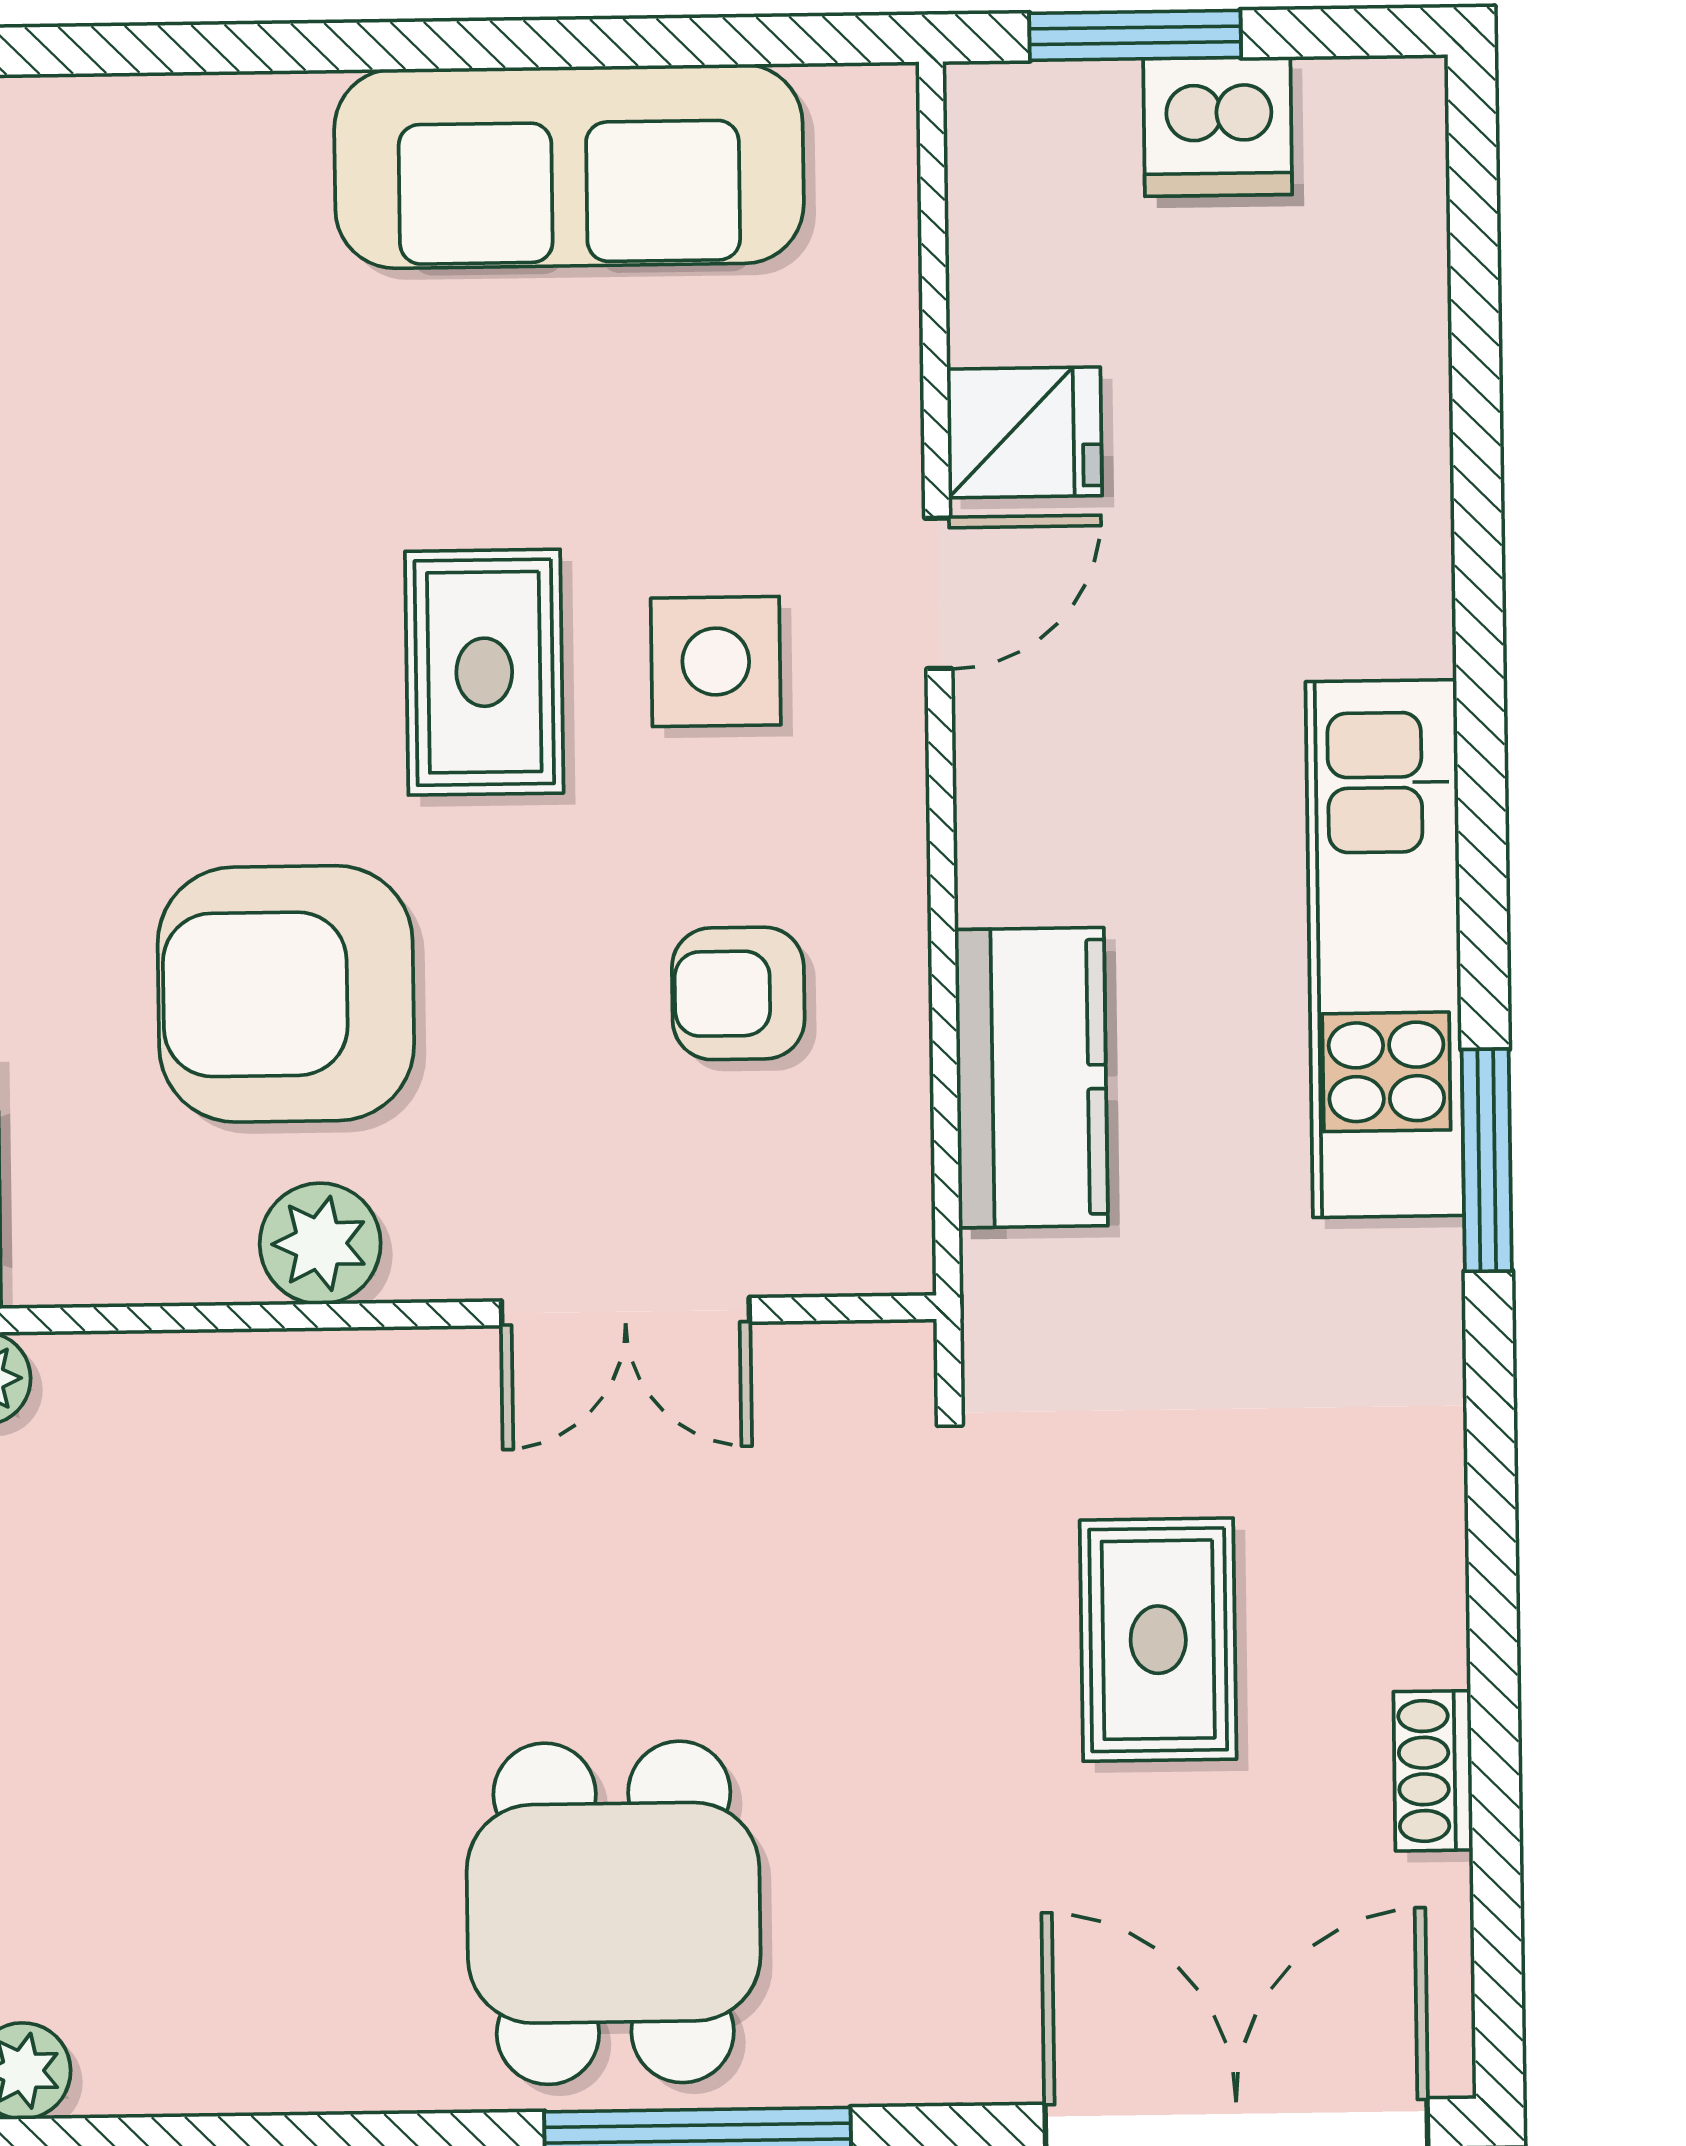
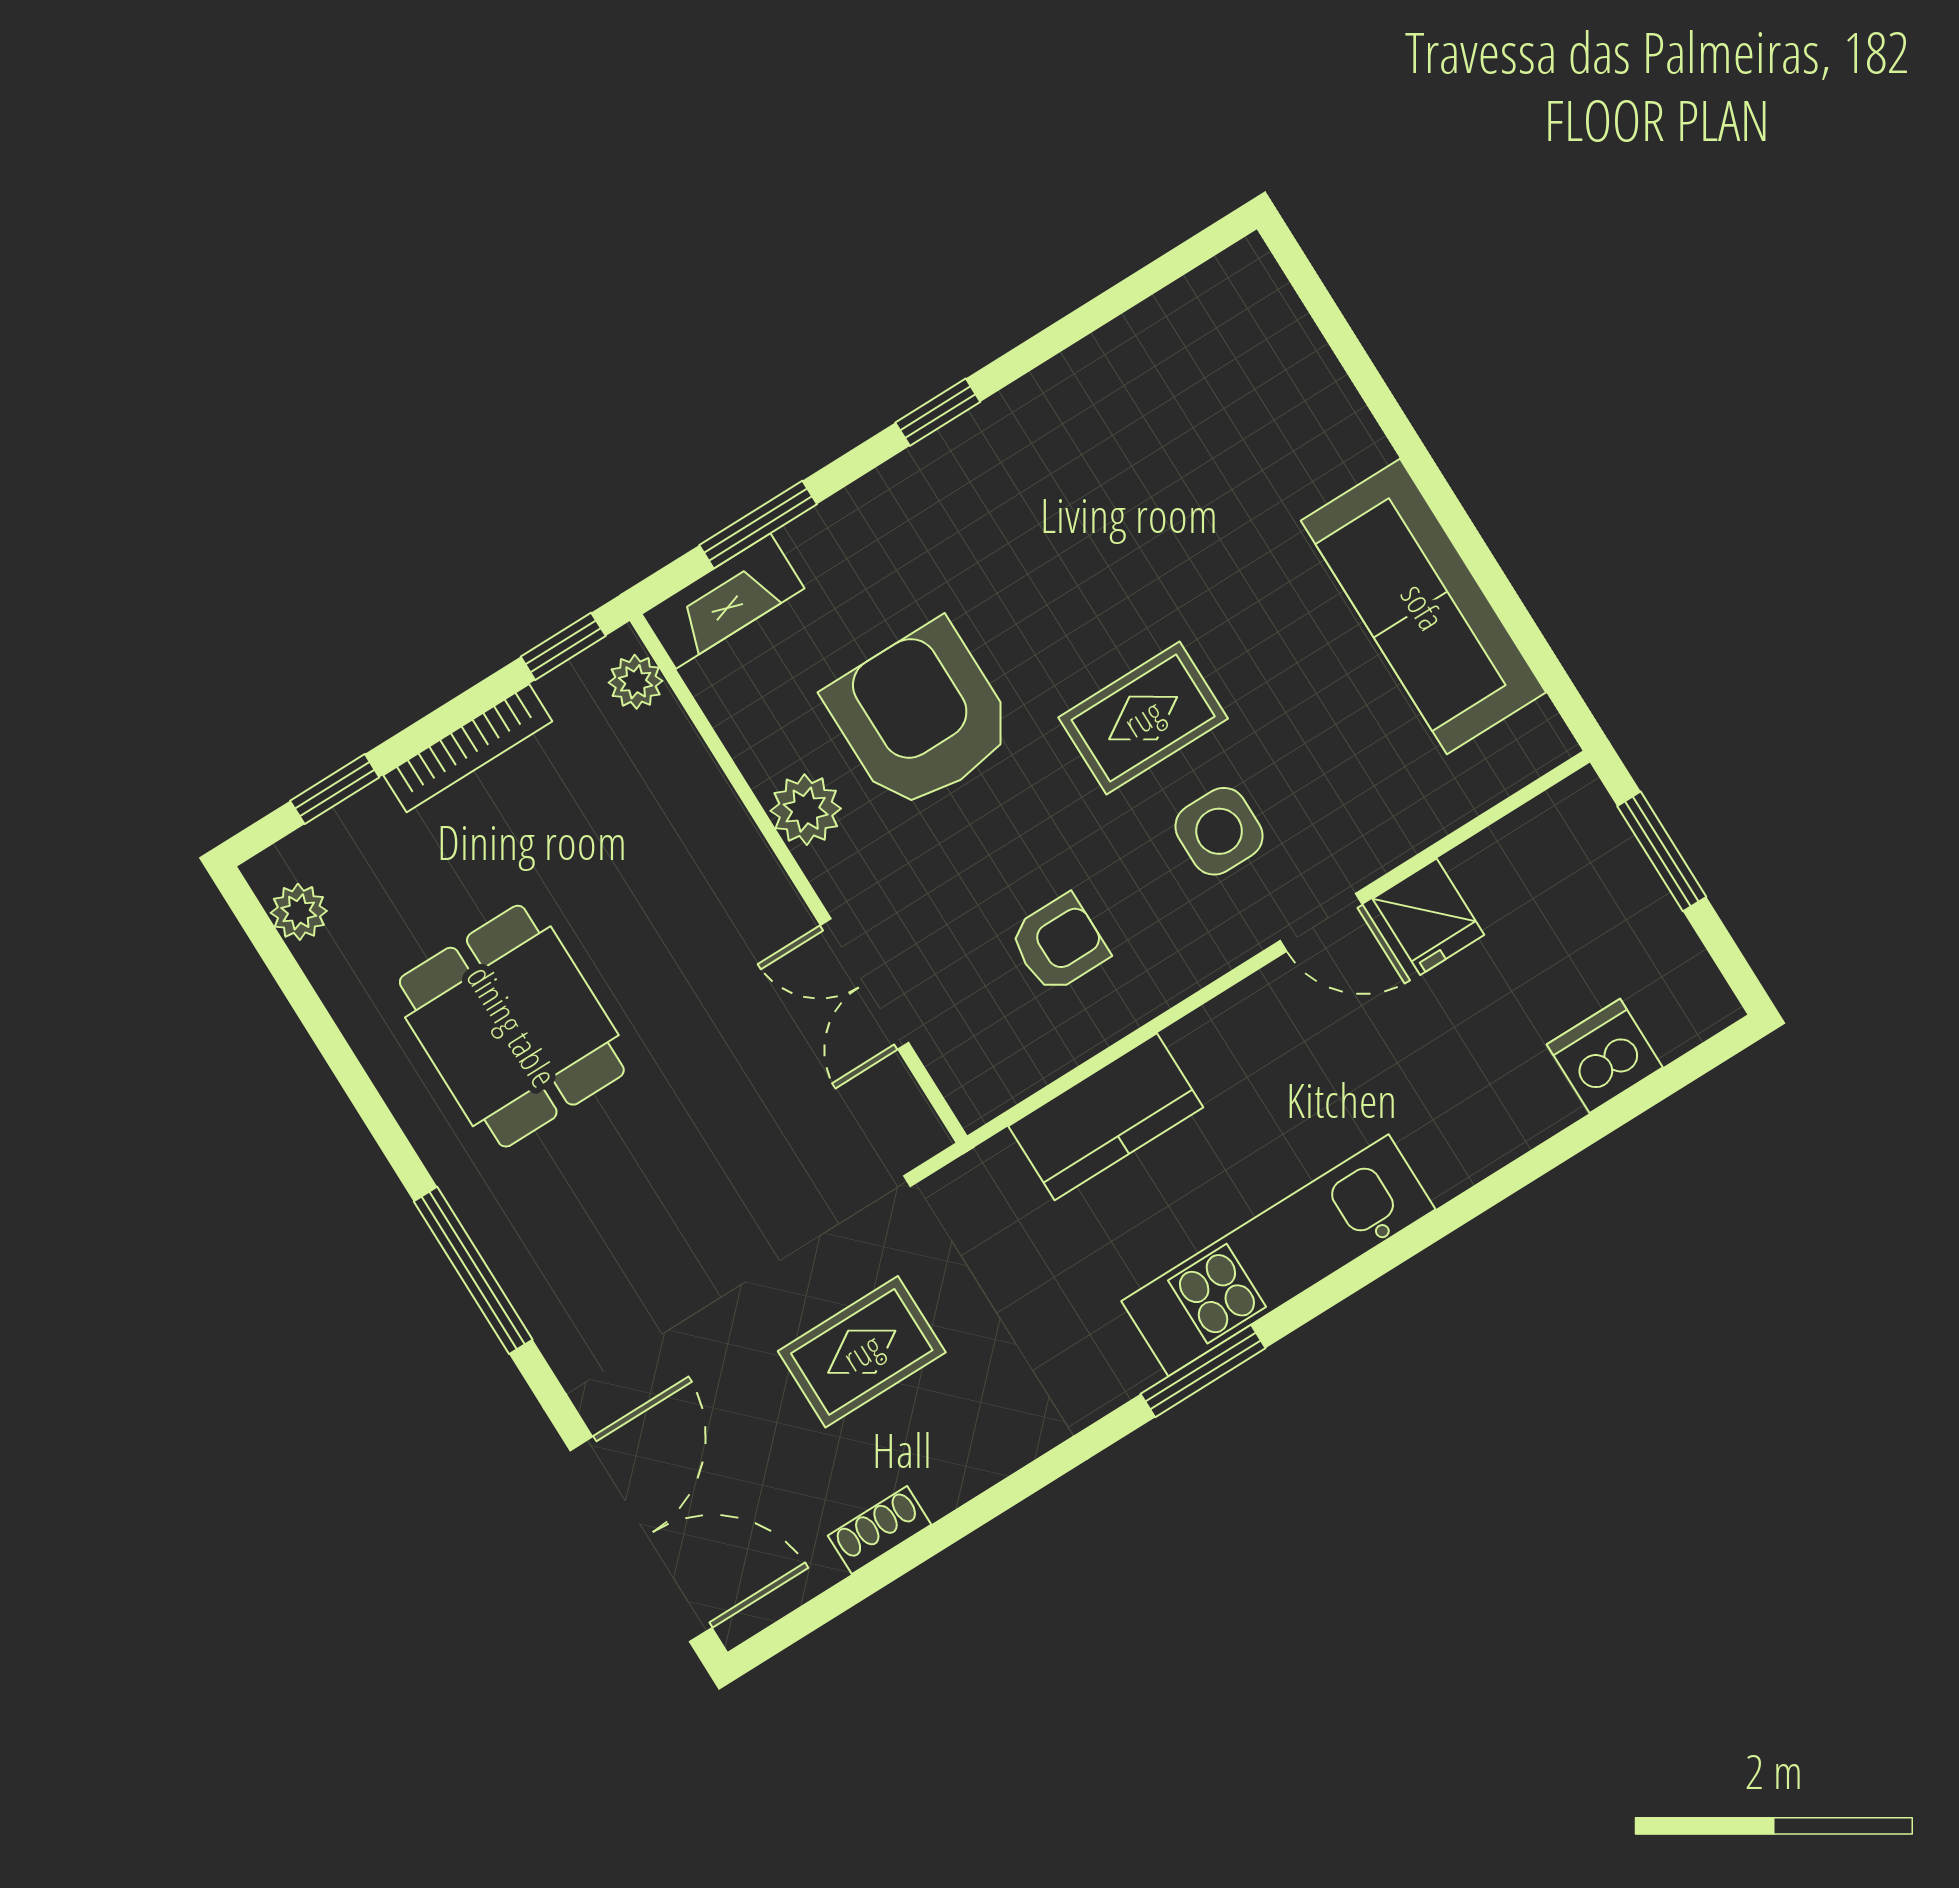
dishwasher: (1218, 127) -> (1605, 1056), moved, turned 90
armchair: (738, 993) -> (1059, 944), turned 90
dining table: (614, 1913) -> (512, 1026), moved, turned 90

